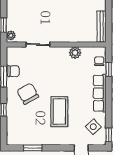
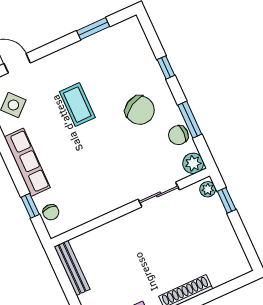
plant: (75, 53) -> (193, 163), moved
coffee table: (59, 112) -> (77, 105), width x0.73, depth x0.76

